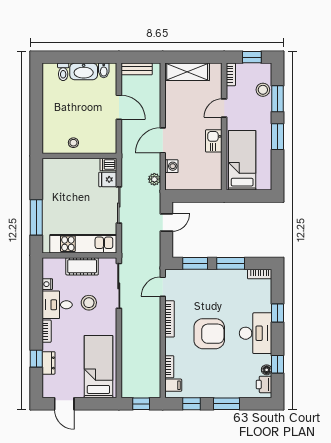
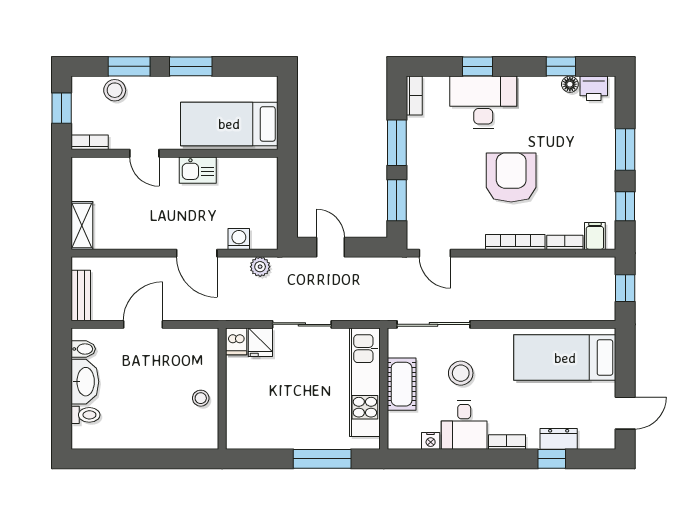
shelving: (187, 72) -> (82, 225), width x0.67, depth x0.75
bookcase: (170, 319) -> (515, 242), moved
desk: (256, 333) -> (483, 102), moved

